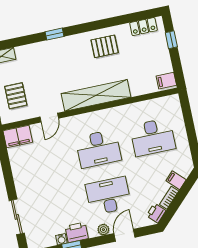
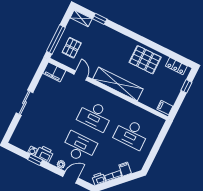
window: (55, 34) -> (100, 19), moved
pallet: (105, 46) -> (145, 60), width x1.50, depth x1.42
door: (49, 118) -> (81, 76), swing flipped
sliding door: (17, 217) -> (24, 103), moved

